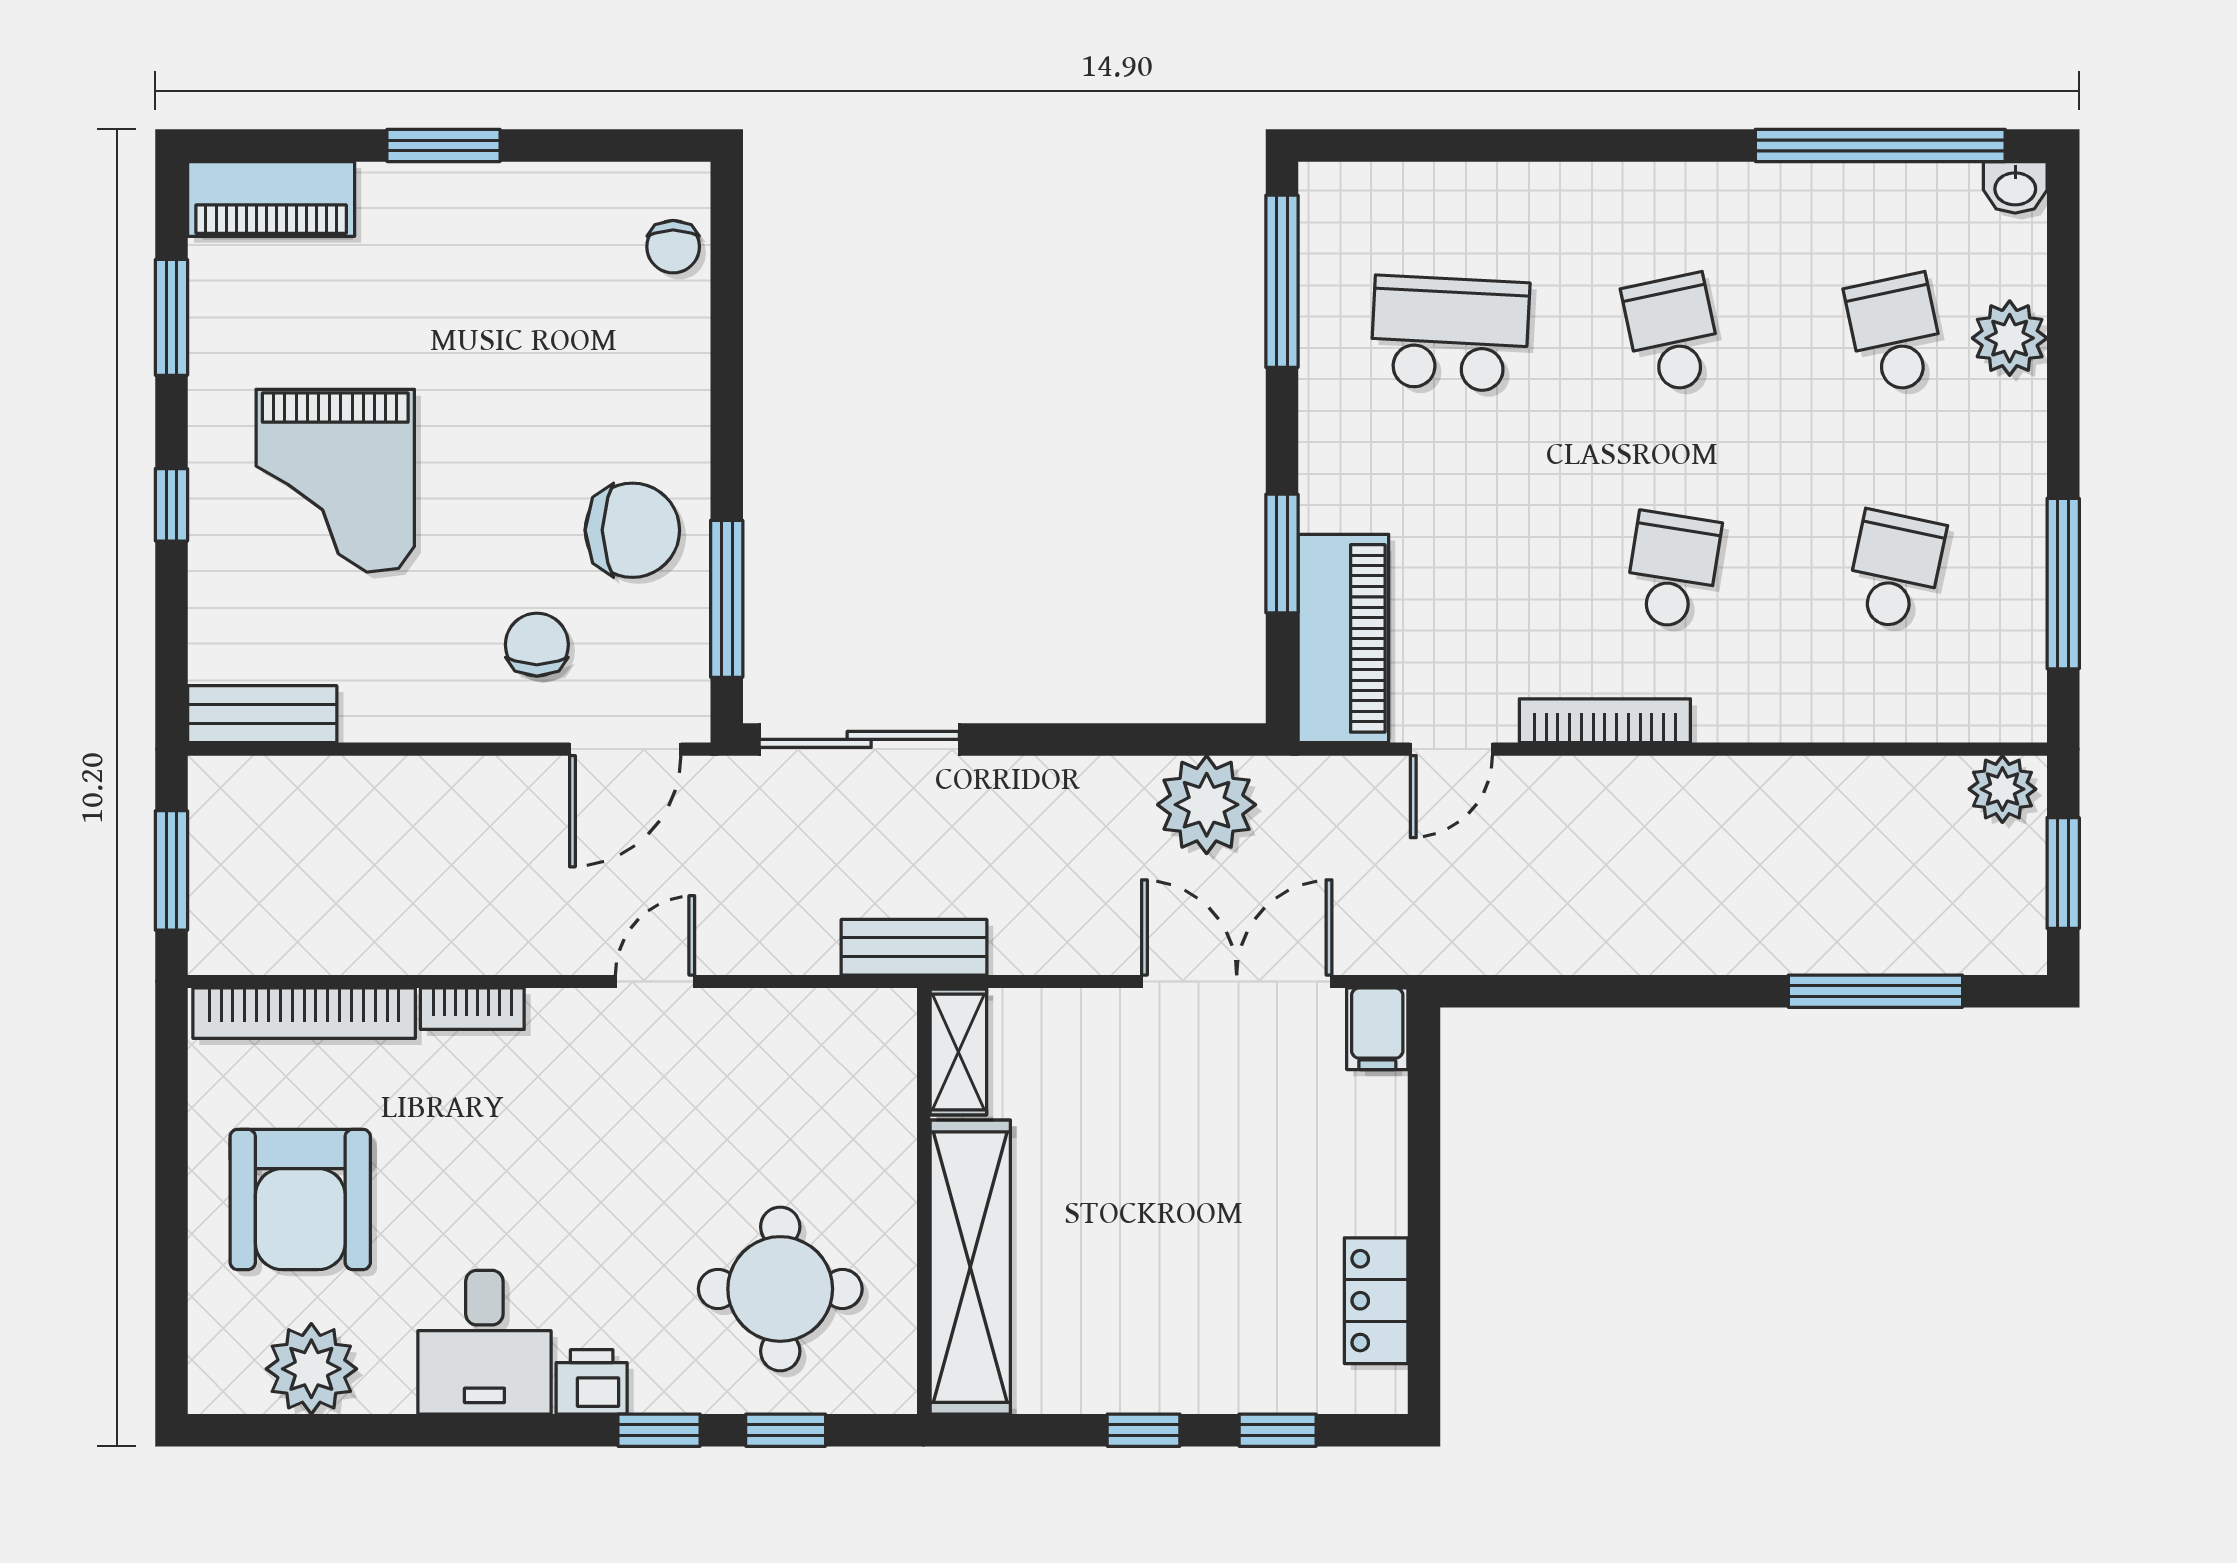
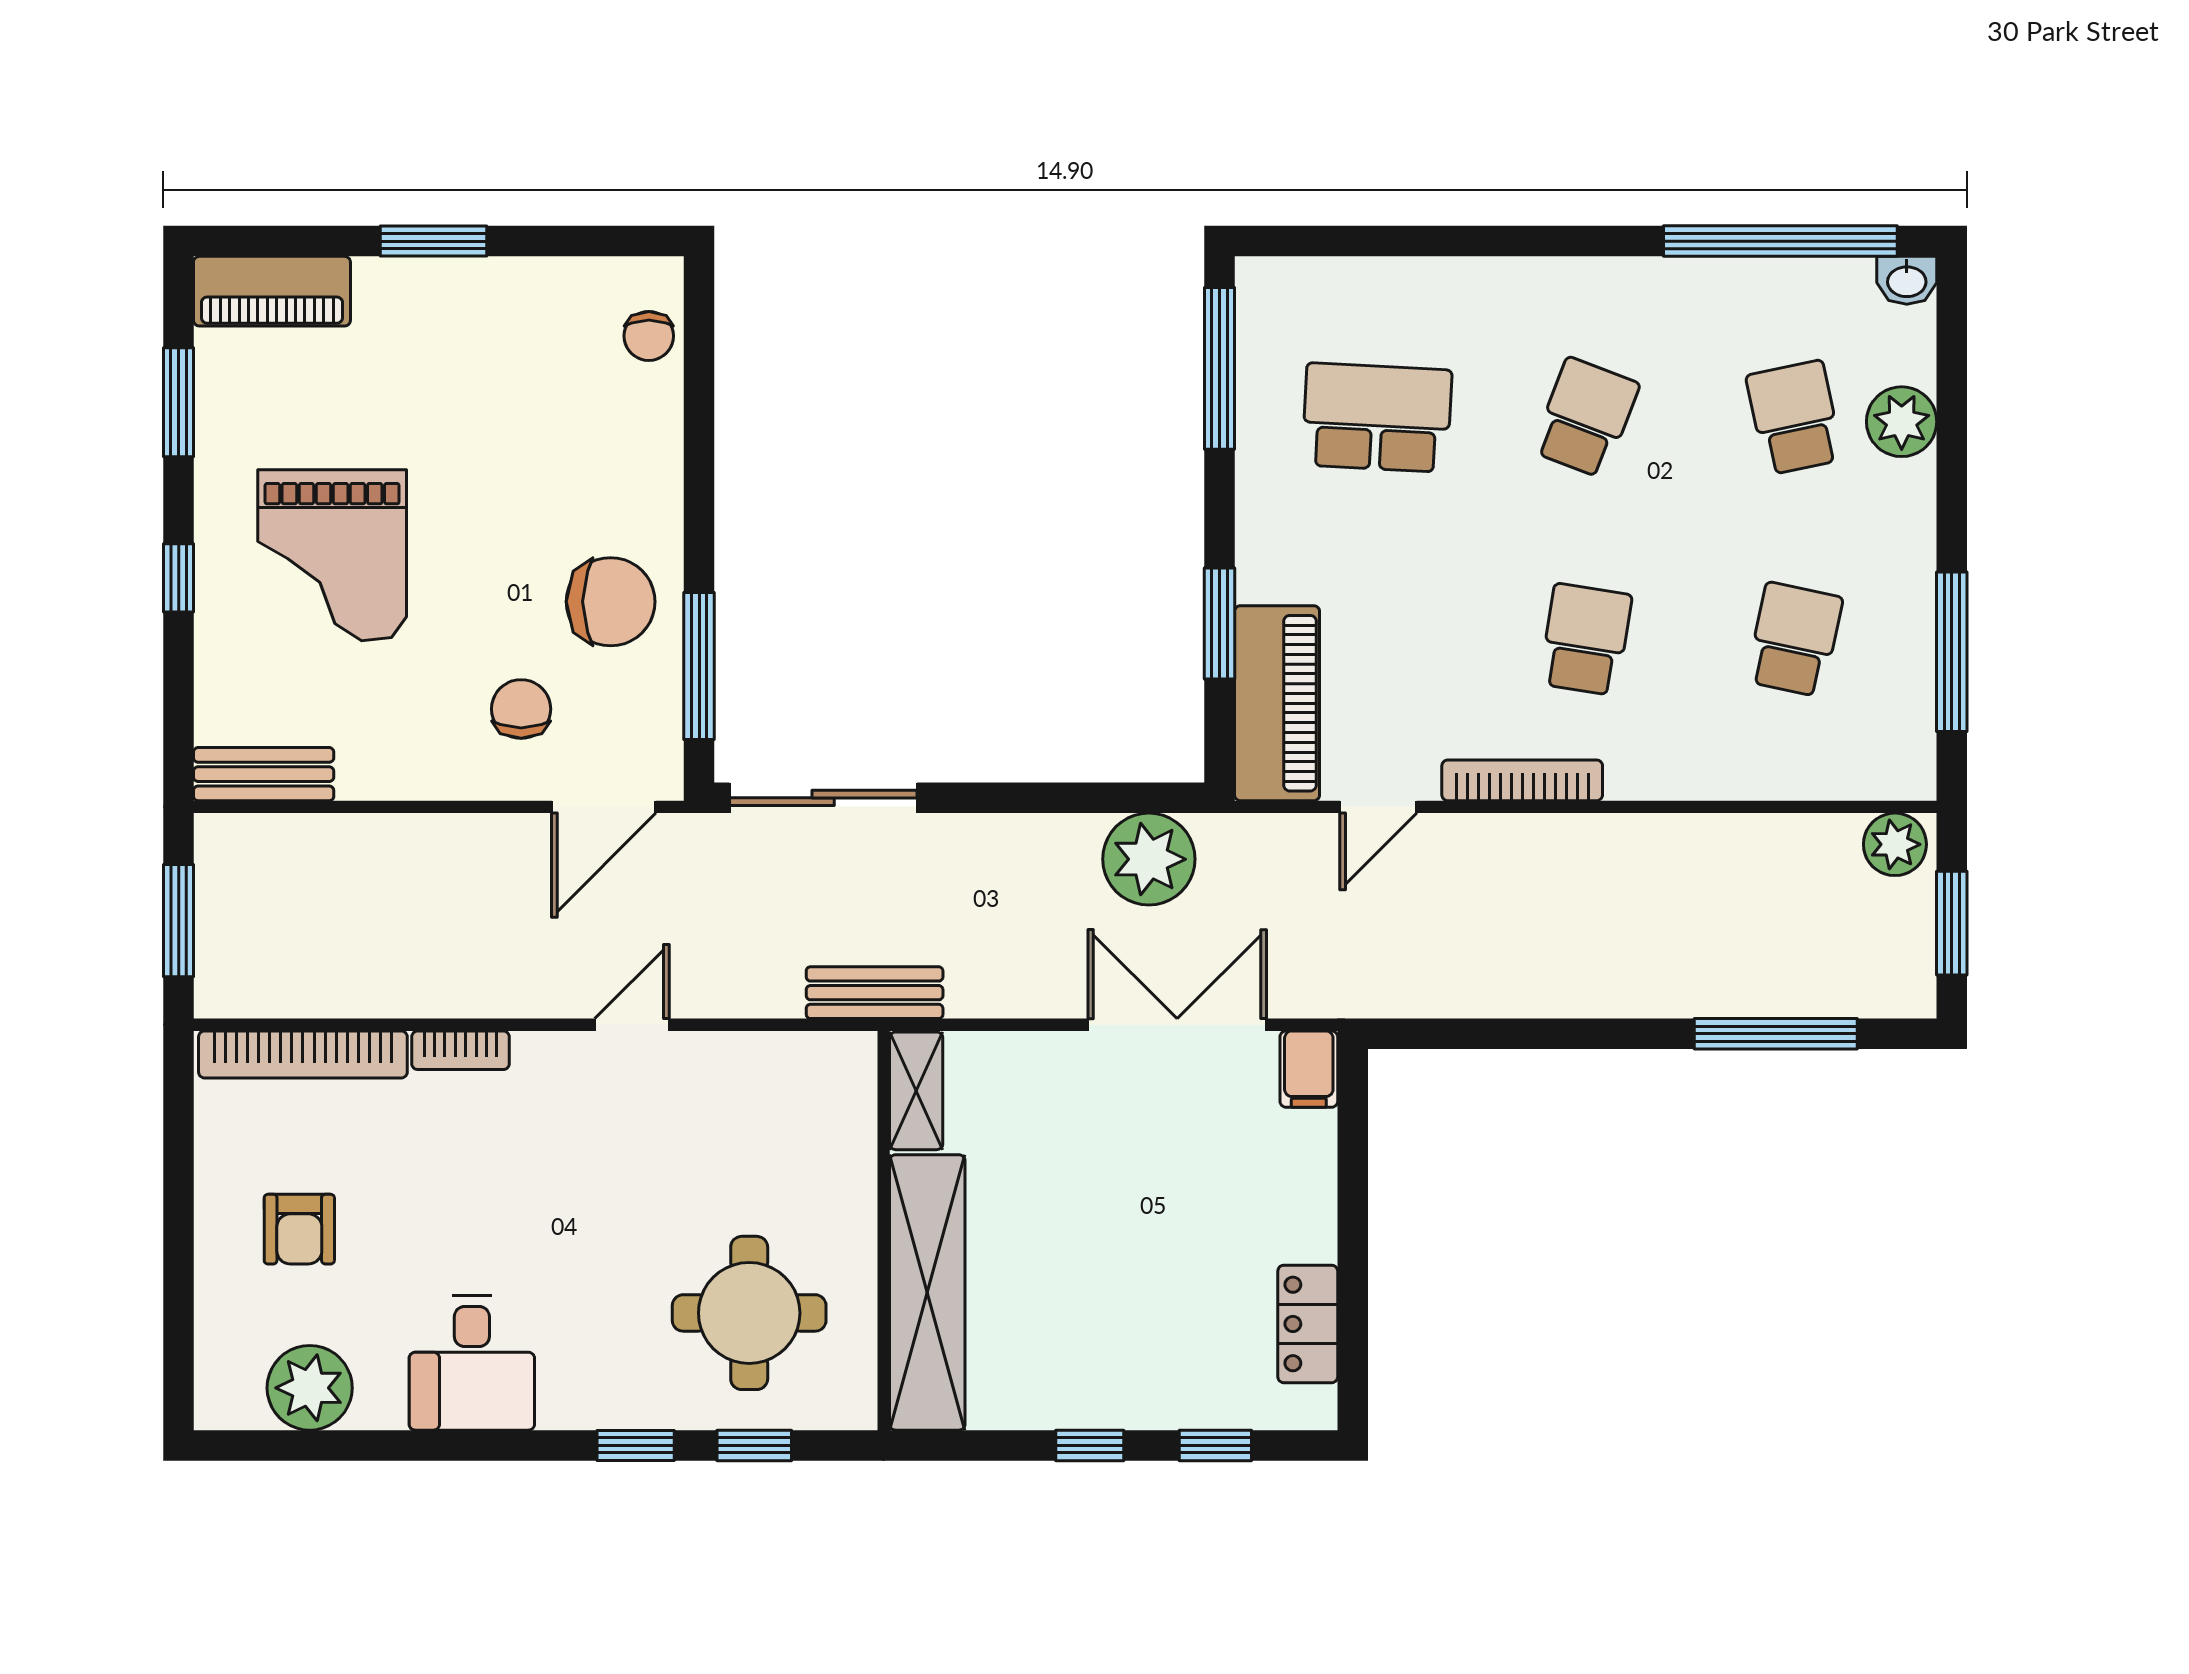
school desk: (1673, 334) -> (1586, 418), turned 33
armchair: (300, 1199) -> (299, 1229), width x0.53, depth x0.53
printer: (592, 1382) -> (572, 1400), removed

